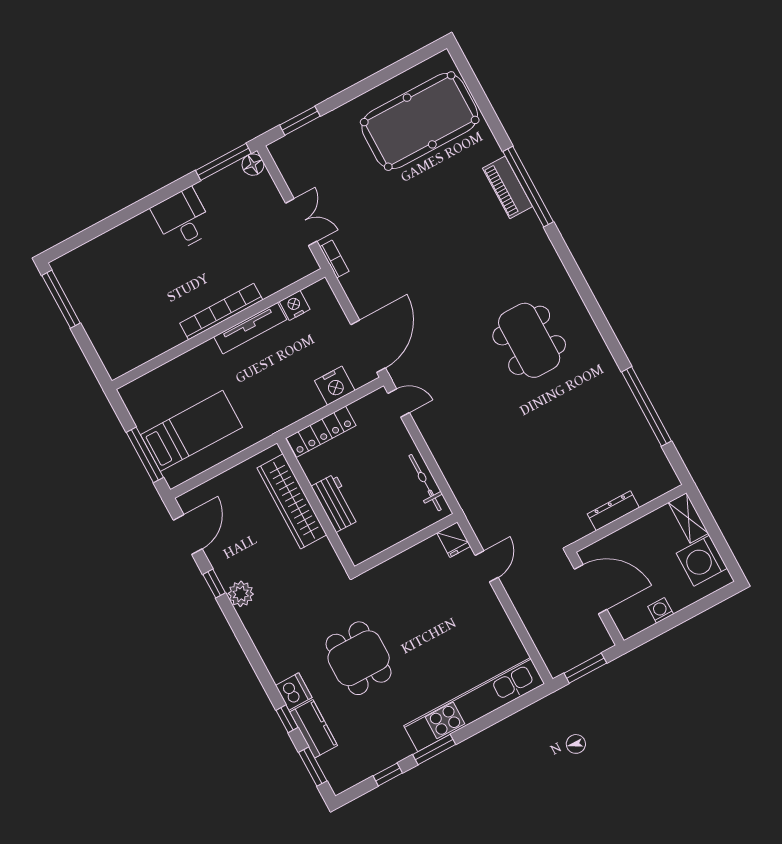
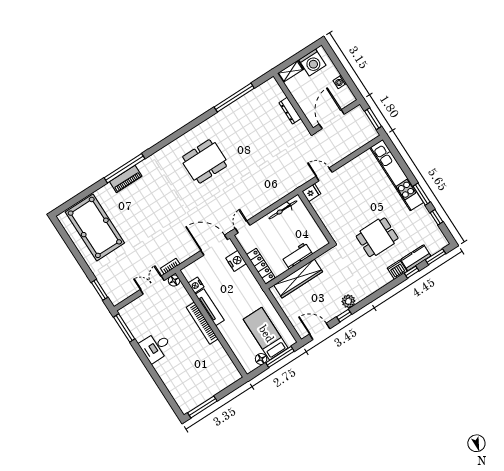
floor lamp: (253, 165) -> (174, 280), moved
floor lamp: (144, 418) -> (261, 359), added

